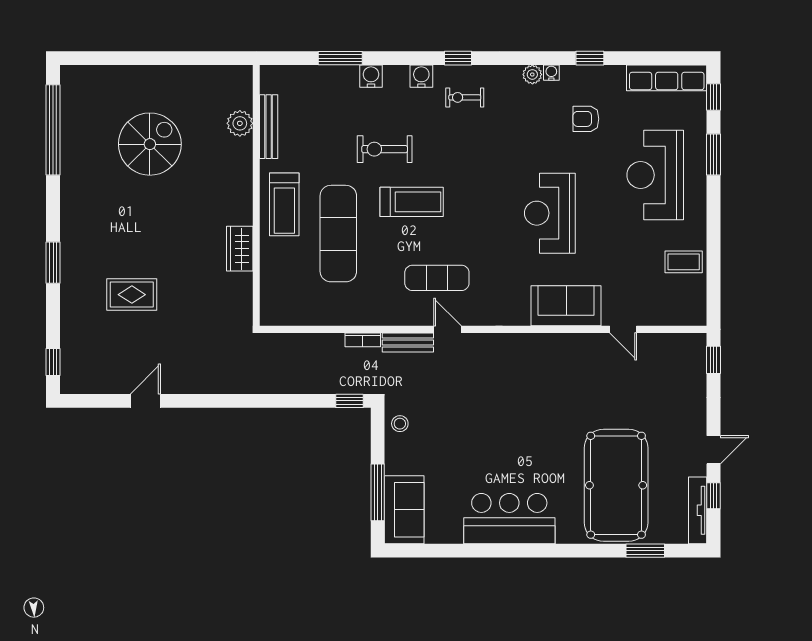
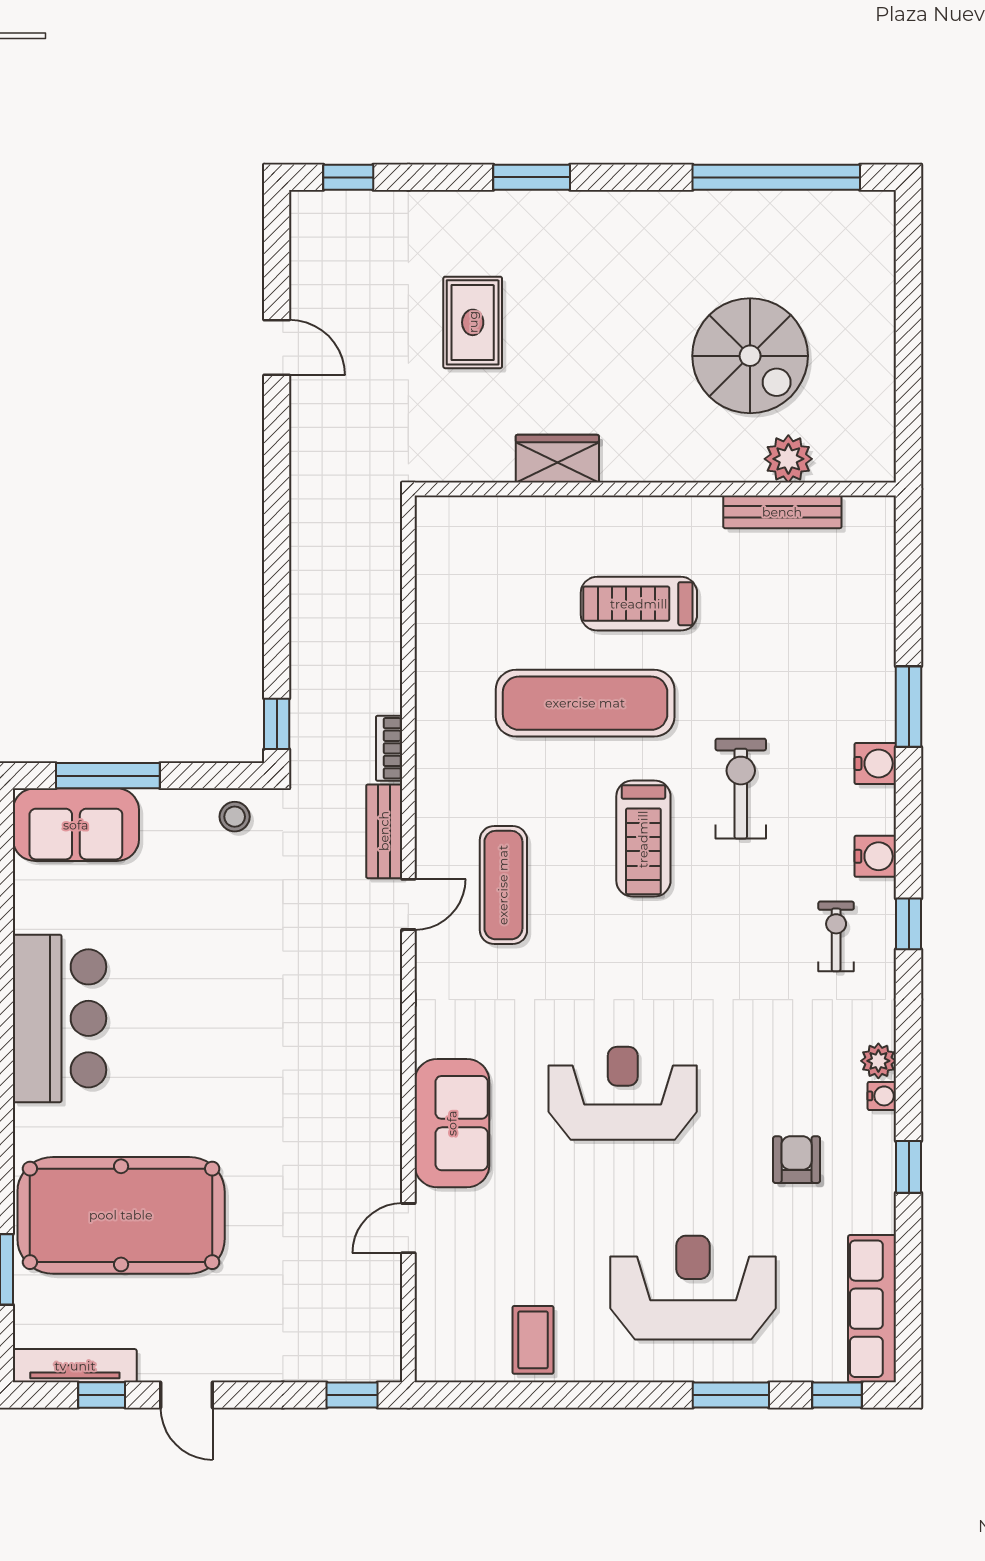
plant: (240, 123) -> (788, 459), moved
bench: (269, 127) -> (782, 512), moved
wall: (256, 195) -> (655, 489), moved
wardrobe: (240, 249) -> (557, 459), moved

